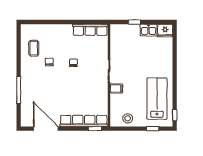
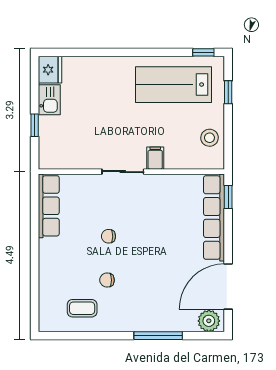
plant: (27, 118) -> (209, 321), added

